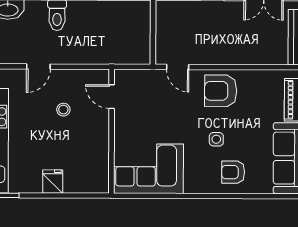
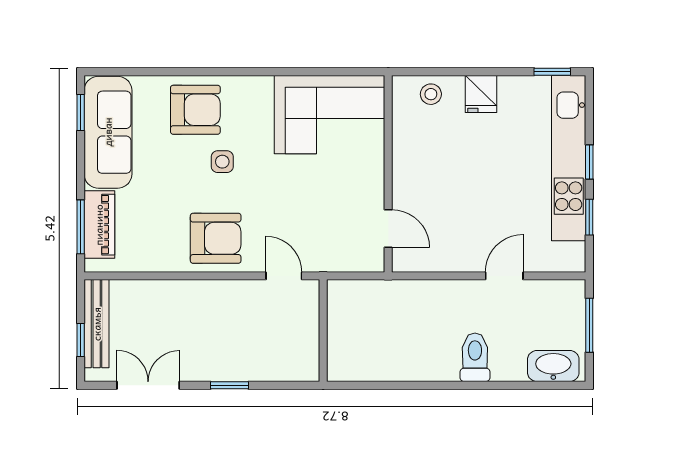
stool: (63, 110) -> (431, 94), moved
armchair: (233, 172) -> (195, 110), width x1.38, depth x1.38

